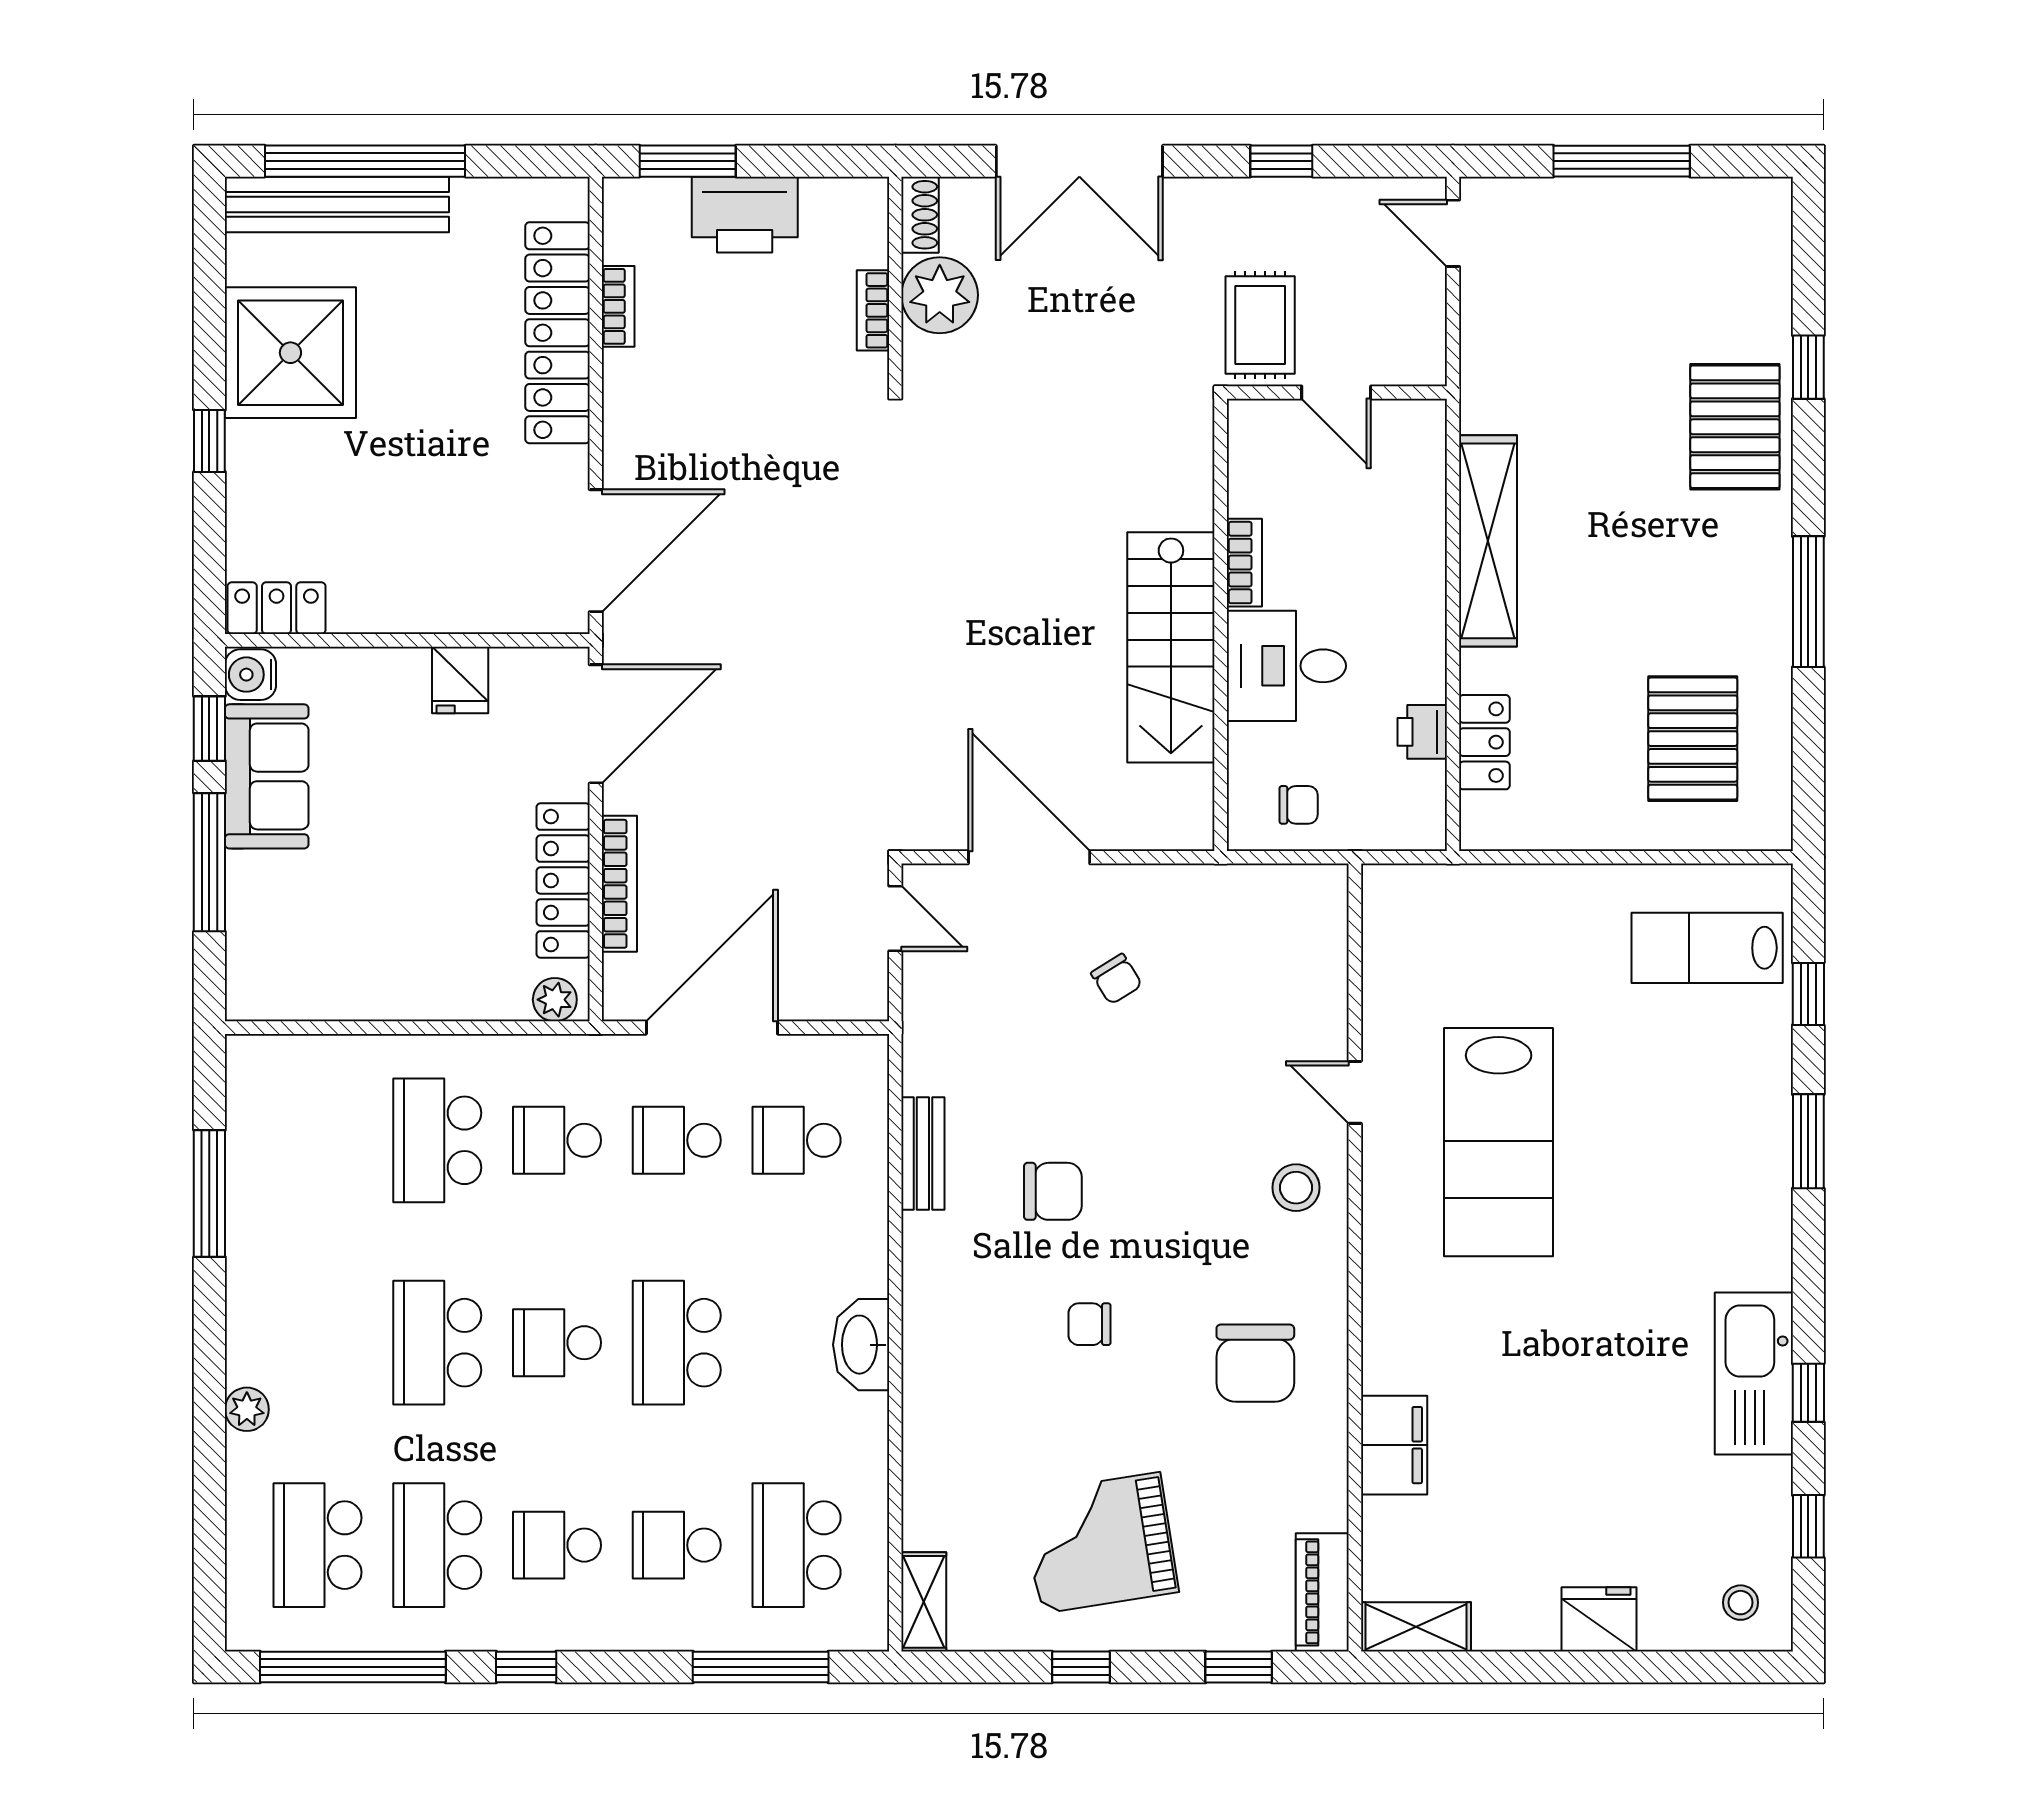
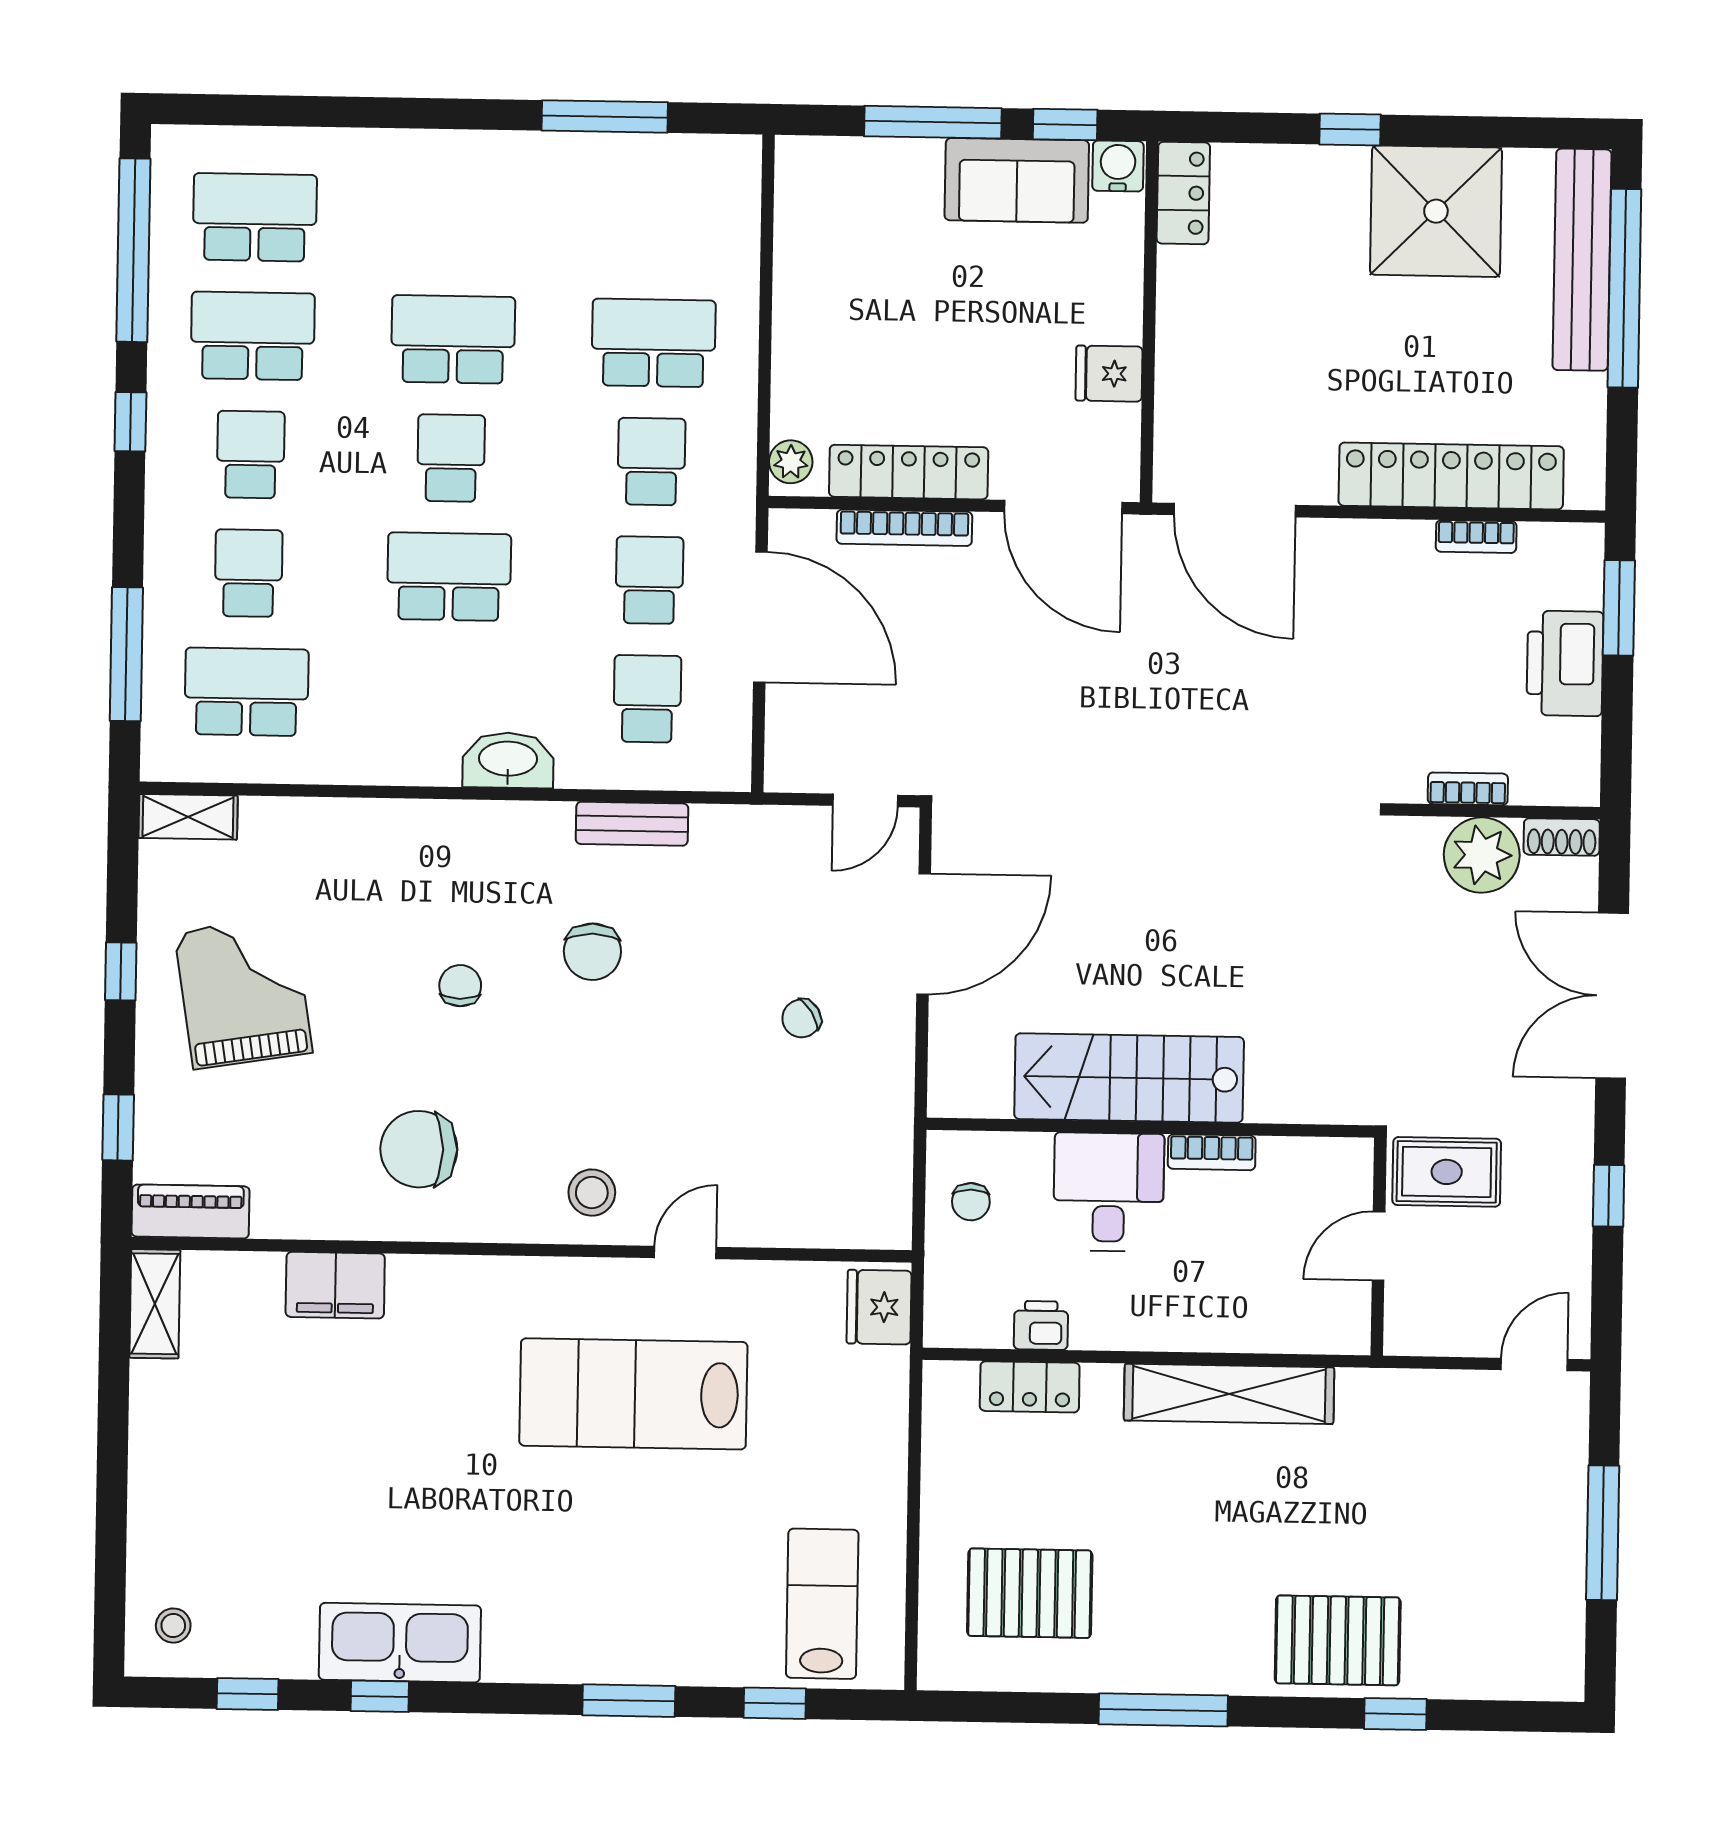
washbasin: (861, 1345) -> (508, 760), moved
plant: (247, 1409) -> (390, 150), removed
fridge: (1599, 1619) -> (879, 1307), moved, turned 180

